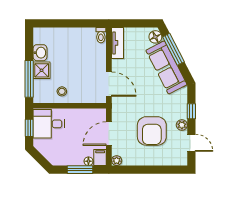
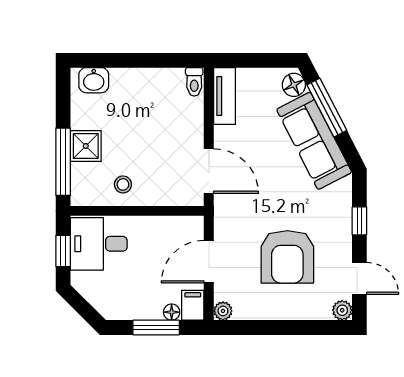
washbasin: (40, 53) -> (94, 80), moved, turned 90
plant: (182, 125) -> (342, 310), moved

